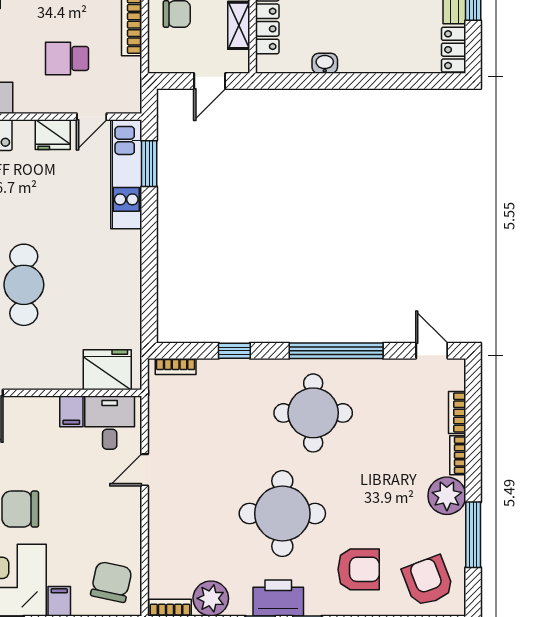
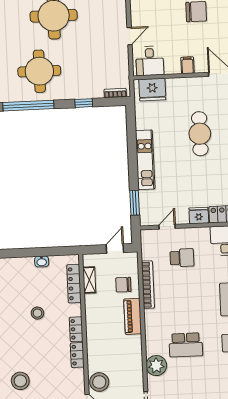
door: (210, 81) -> (115, 249), moved
fridge: (53, 135) -> (199, 216), moved
kitchen unit: (126, 174) -> (145, 160), moved
filing cabinet: (71, 411) -> (187, 65), moved

